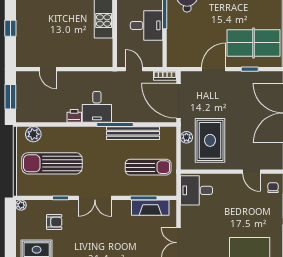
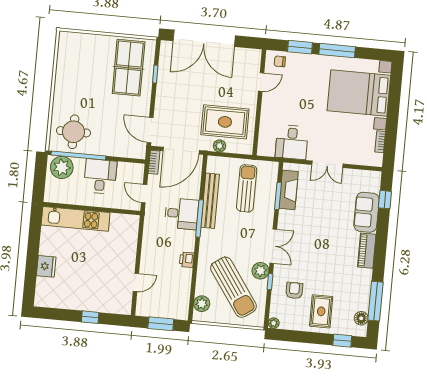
door: (134, 69) -> (144, 194), hinge flipped
door: (214, 69) -> (150, 130), moved
desk: (97, 107) -> (182, 214), moved
sun lounger: (52, 163) -> (233, 287), turned -35
plant: (70, 188) -> (260, 271), added
desk: (196, 190) -> (292, 142), moved

